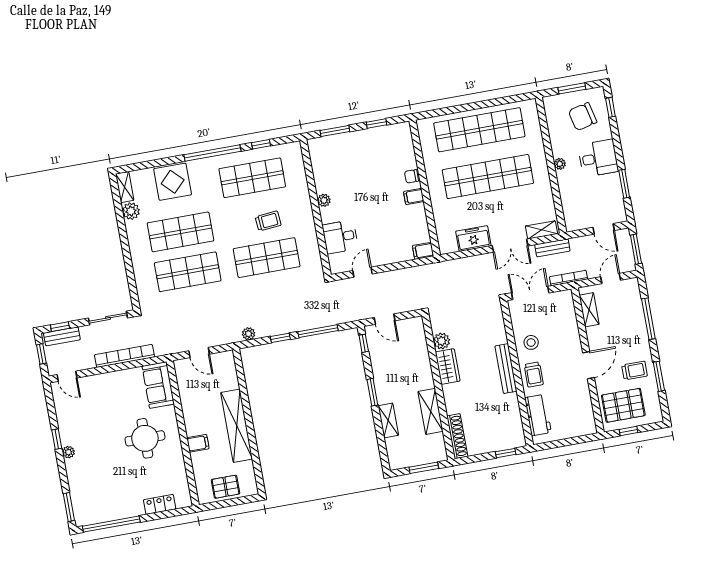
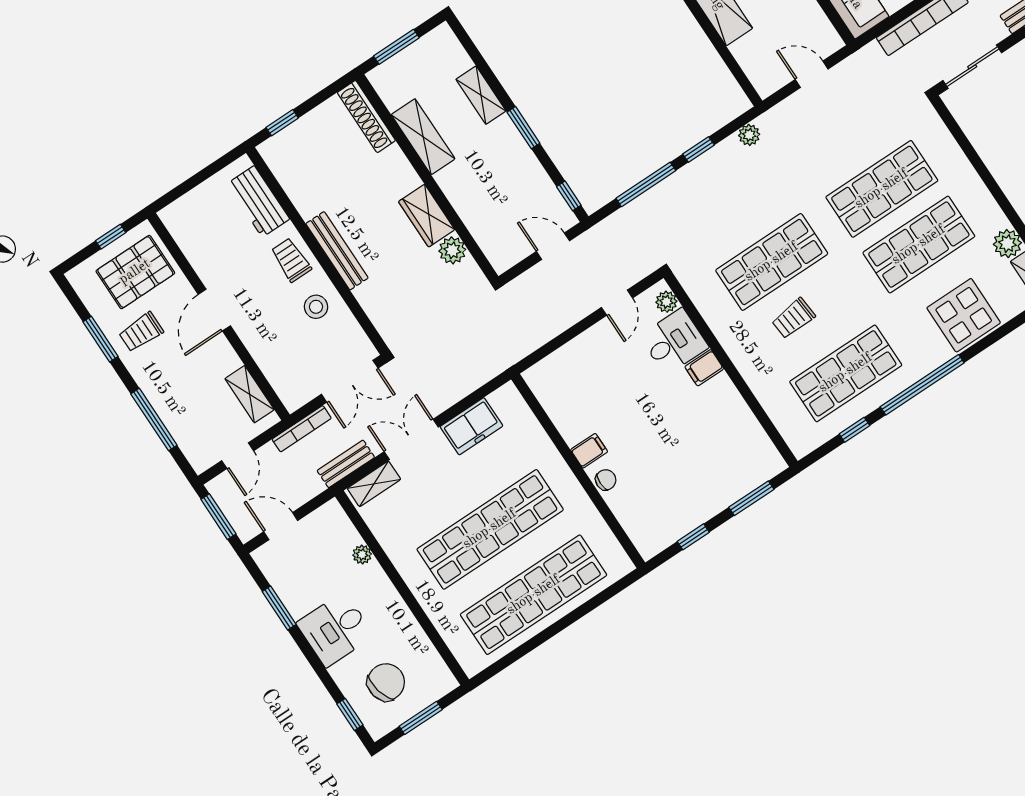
plant: (560, 164) -> (362, 555), moved
plant: (324, 200) -> (666, 302), moved
filing cabinet: (423, 251) -> (704, 368), moved, turned 180

